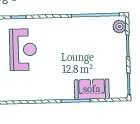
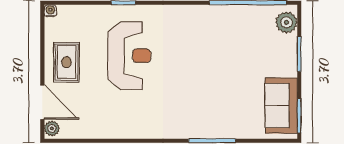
sofa: (92, 89) -> (281, 106), moved, turned -90

